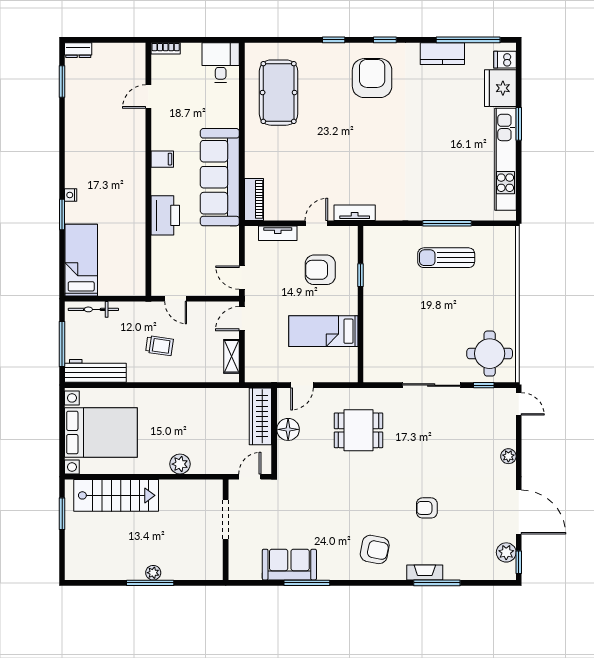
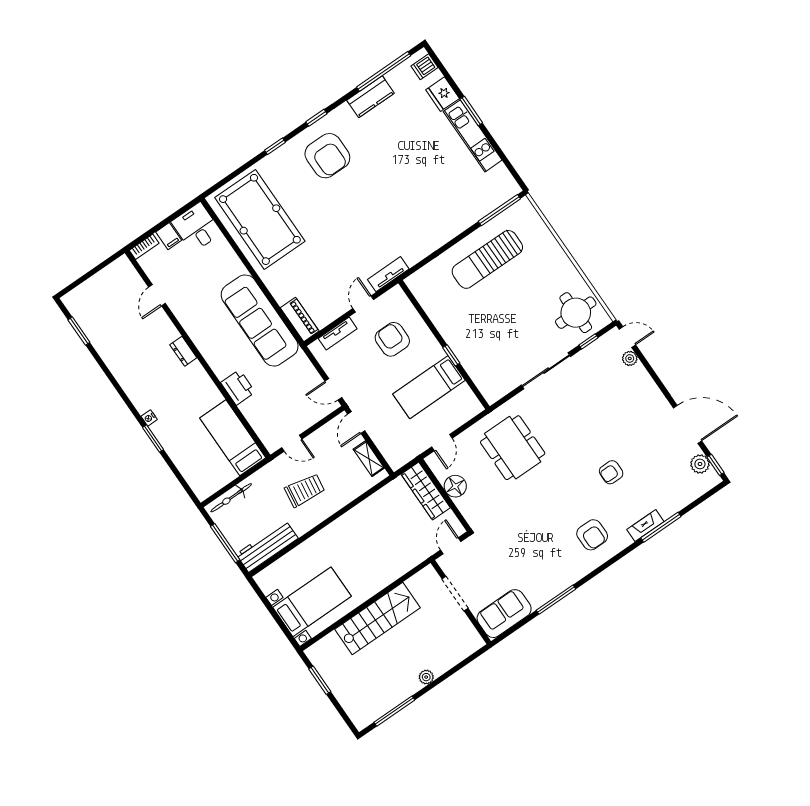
dresser: (78, 50) -> (183, 351), moved, turned 90
armchair: (372, 78) -> (327, 156), turned 180
fridge: (500, 88) -> (443, 94), width x0.73, depth x0.75
pool table: (279, 93) -> (260, 219), width x1.36, depth x1.32
filing cabinet: (162, 159) -> (169, 236), moved, turned 90
kitchen unit: (505, 159) -> (473, 136), width x0.73
printer: (165, 215) -> (238, 387), width x0.73, depth x0.84
window: (447, 223) -> (499, 210), moved
sun lounger: (446, 258) -> (487, 259), width x1.36, depth x1.34
bed: (81, 260) -> (233, 438), moved
armchair: (320, 270) -> (392, 339), turned 90
window: (360, 275) -> (451, 355), moved
trolley: (159, 346) -> (305, 490), width x1.36, depth x1.39
dining table: (358, 430) -> (513, 448), width x1.38
bed with nightstands: (101, 432) -> (312, 602), width x0.73
plant: (508, 456) -> (630, 358), moved
plant: (180, 464) -> (387, 574), removed
stairs: (116, 495) -> (378, 618), moved
armchair: (375, 549) -> (592, 535), turned 79
sofa: (289, 565) -> (504, 614), moved
window: (150, 583) -> (394, 711), moved

